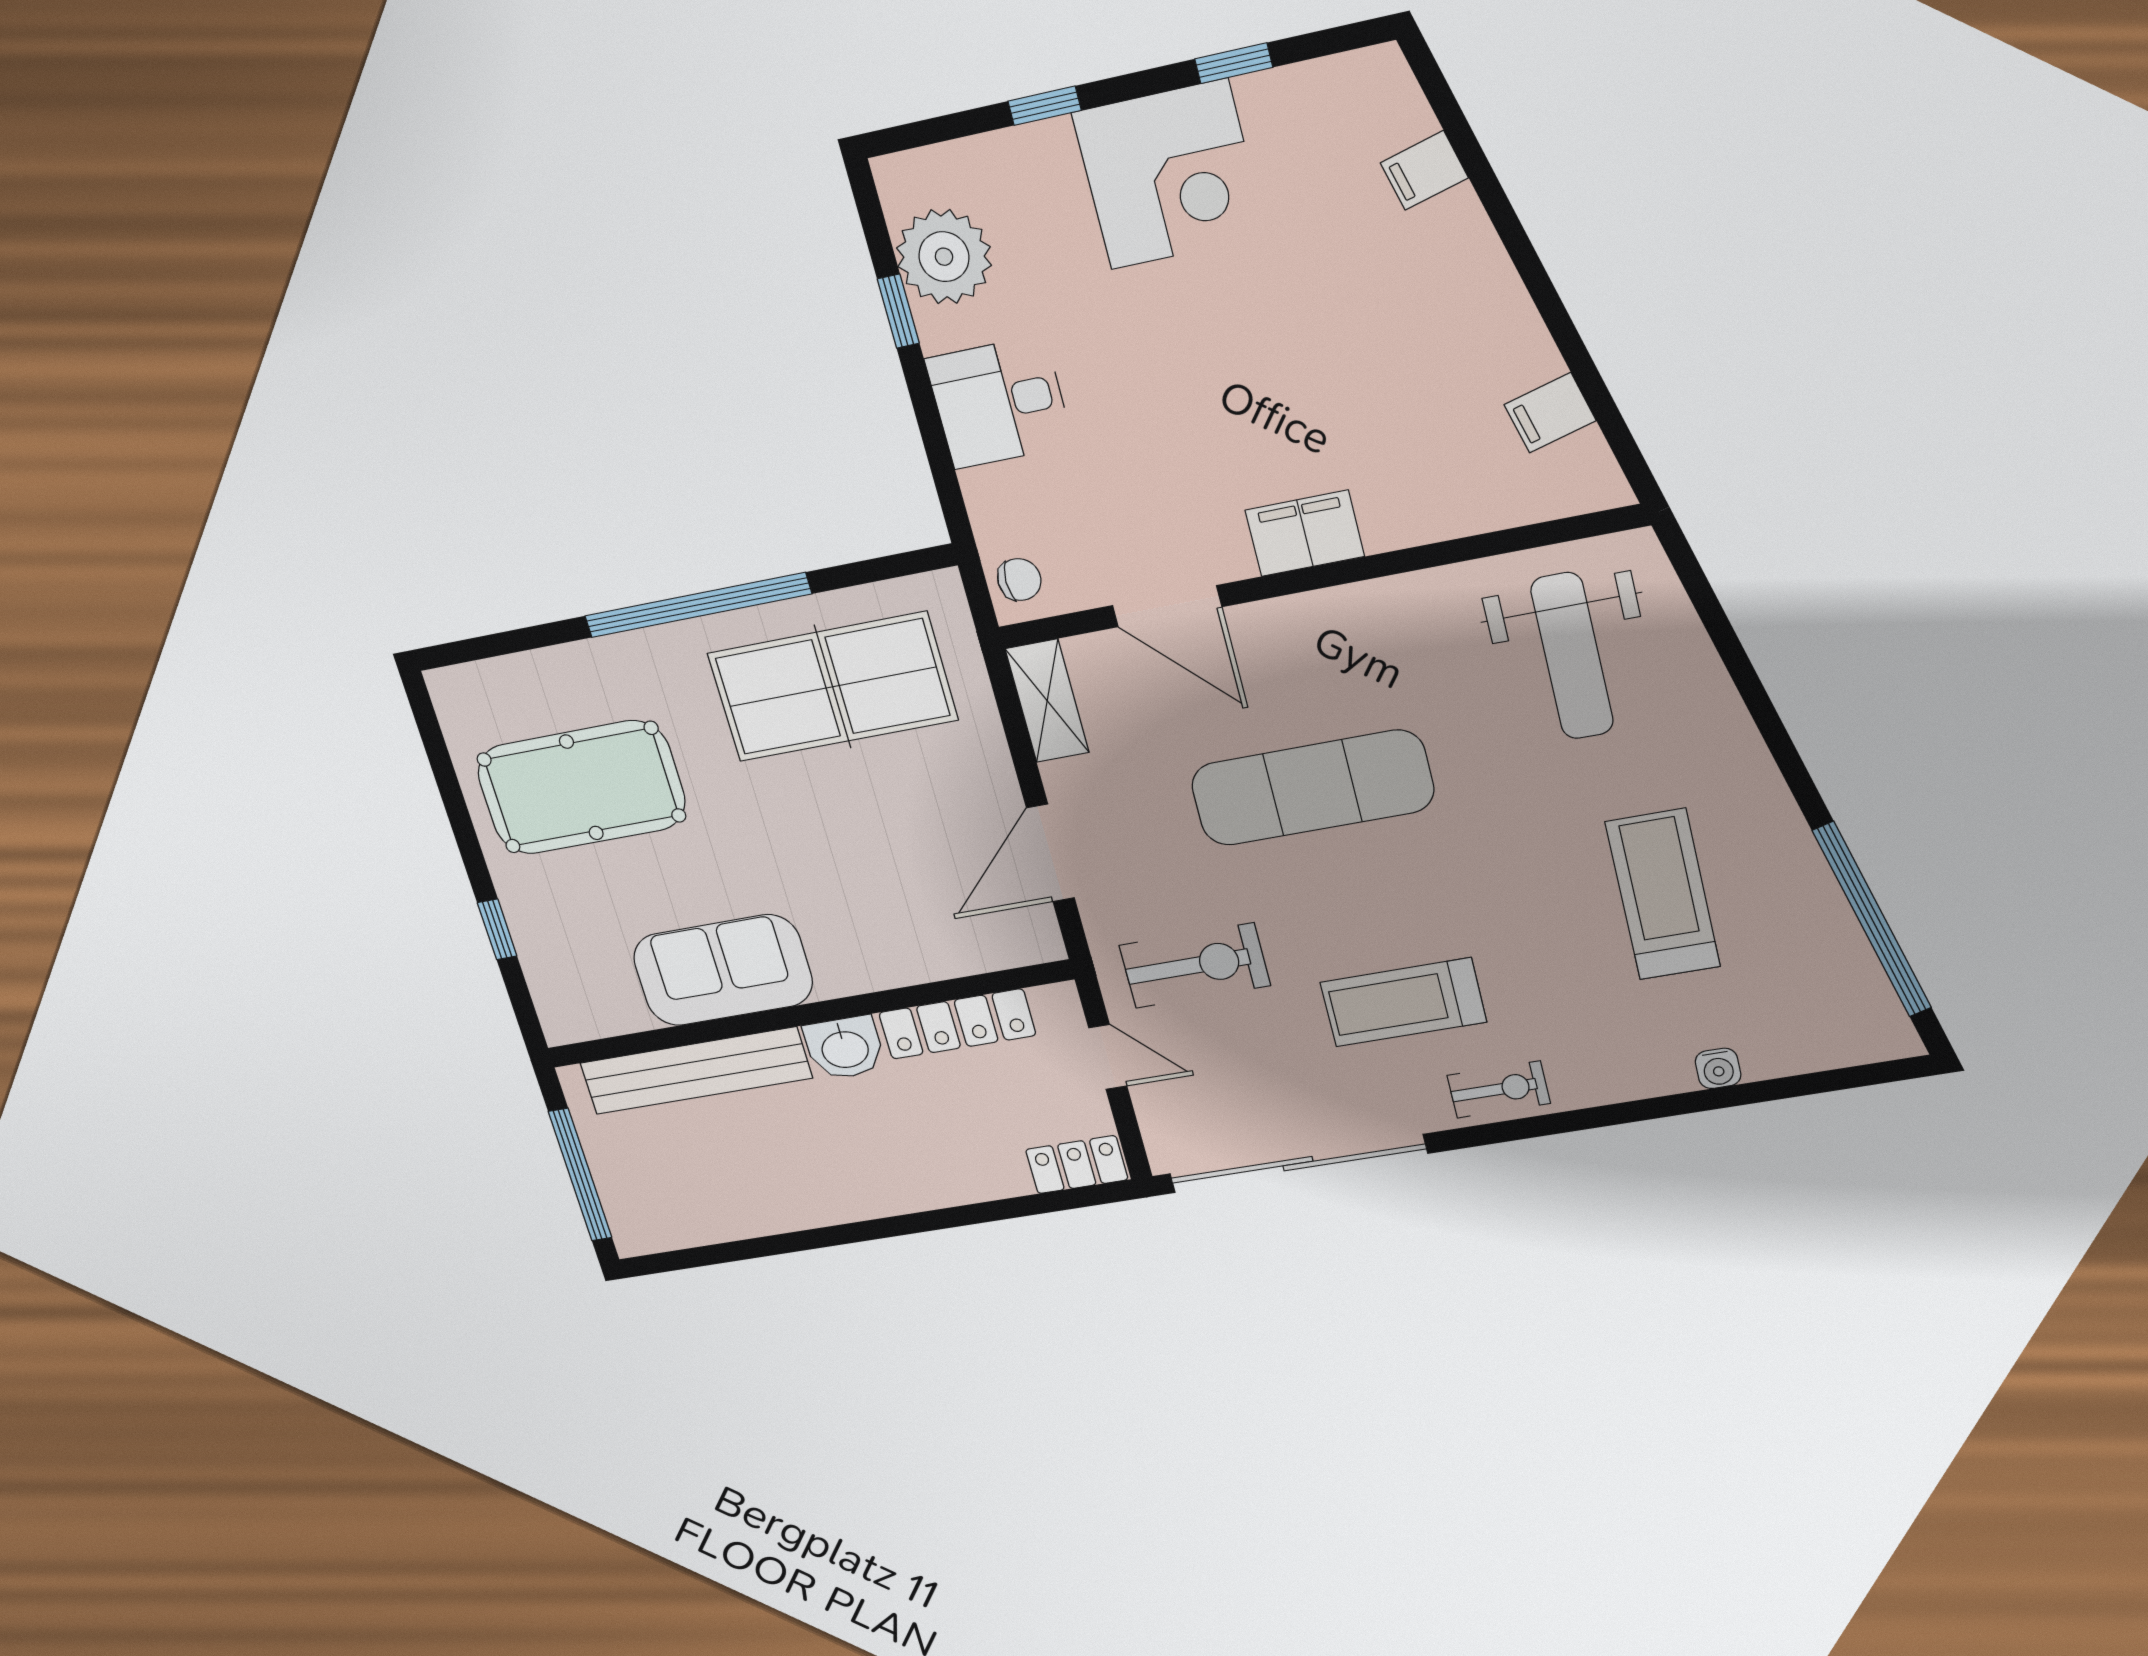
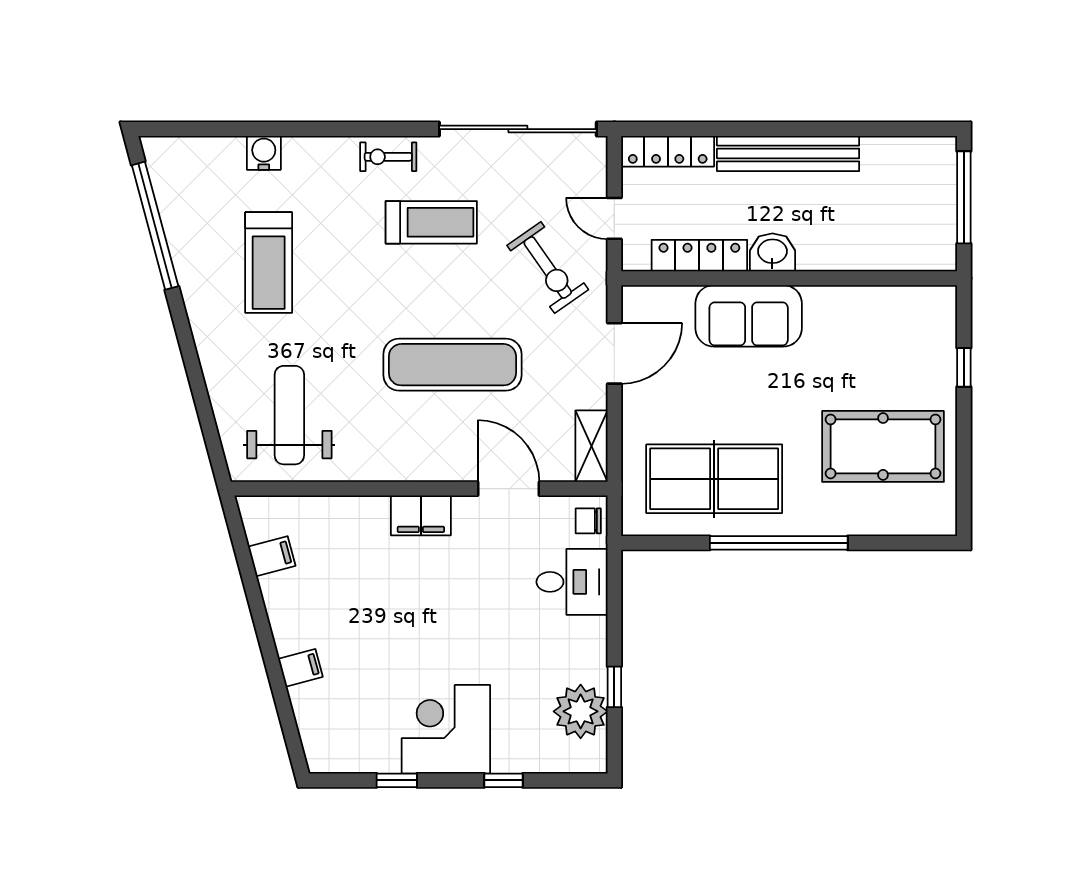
filing cabinet: (1424, 170) -> (300, 668), moved
desk: (999, 402) -> (572, 582), moved
exercise bike: (1195, 965) -> (548, 267), turned -125
sofa: (723, 970) -> (749, 316), moved
water cooler: (1718, 1068) -> (264, 153), width x1.38, depth x1.38
bench: (696, 1071) -> (788, 153), moved
locker: (1077, 1165) -> (668, 151), width x1.53

